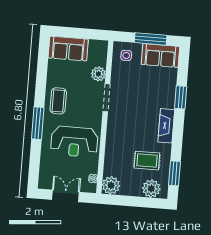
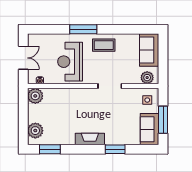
plant: (98, 74) -> (147, 78), moved
rug: (147, 161) -> (59, 125), removed

